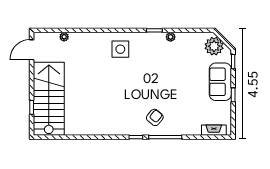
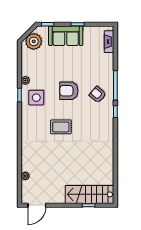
side table: (120, 49) -> (36, 98), moved
door: (32, 50) -> (37, 205), hinge flipped
rug: (119, 76) -> (61, 127), added
armchair: (159, 85) -> (69, 91), added
stairs: (49, 99) -> (90, 194), width x0.73, depth x0.66

